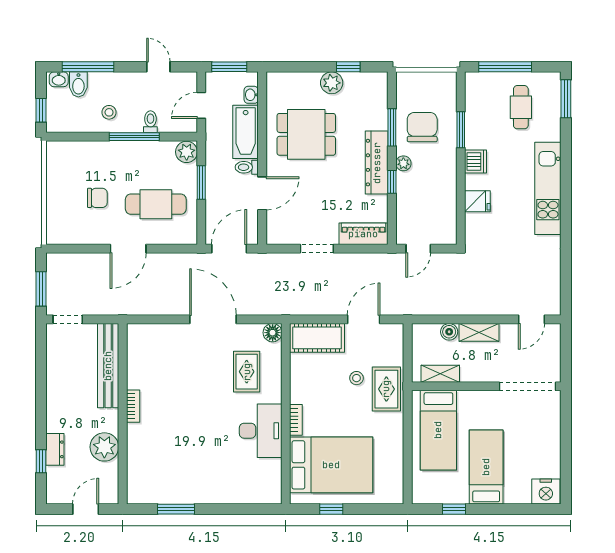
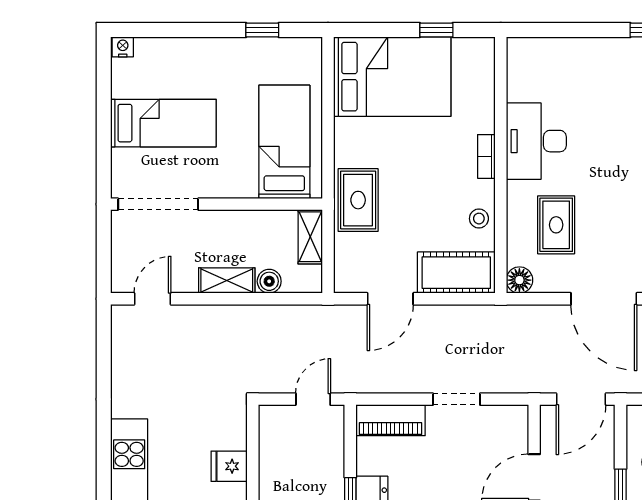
shelving: (440, 374) -> (310, 237), moved, turned 90
stool: (356, 378) -> (479, 219), moved
bed: (331, 465) -> (392, 77), moved, turned 180
bed: (486, 467) -> (163, 123), moved, turned -90
nightstand: (546, 492) -> (123, 47), width x0.53, depth x0.56

